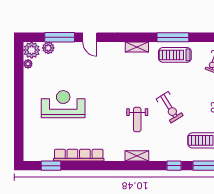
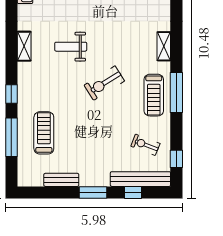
treadmill: (175, 55) -> (154, 95), turned 180
exercise bike: (170, 107) -> (104, 83), moved

